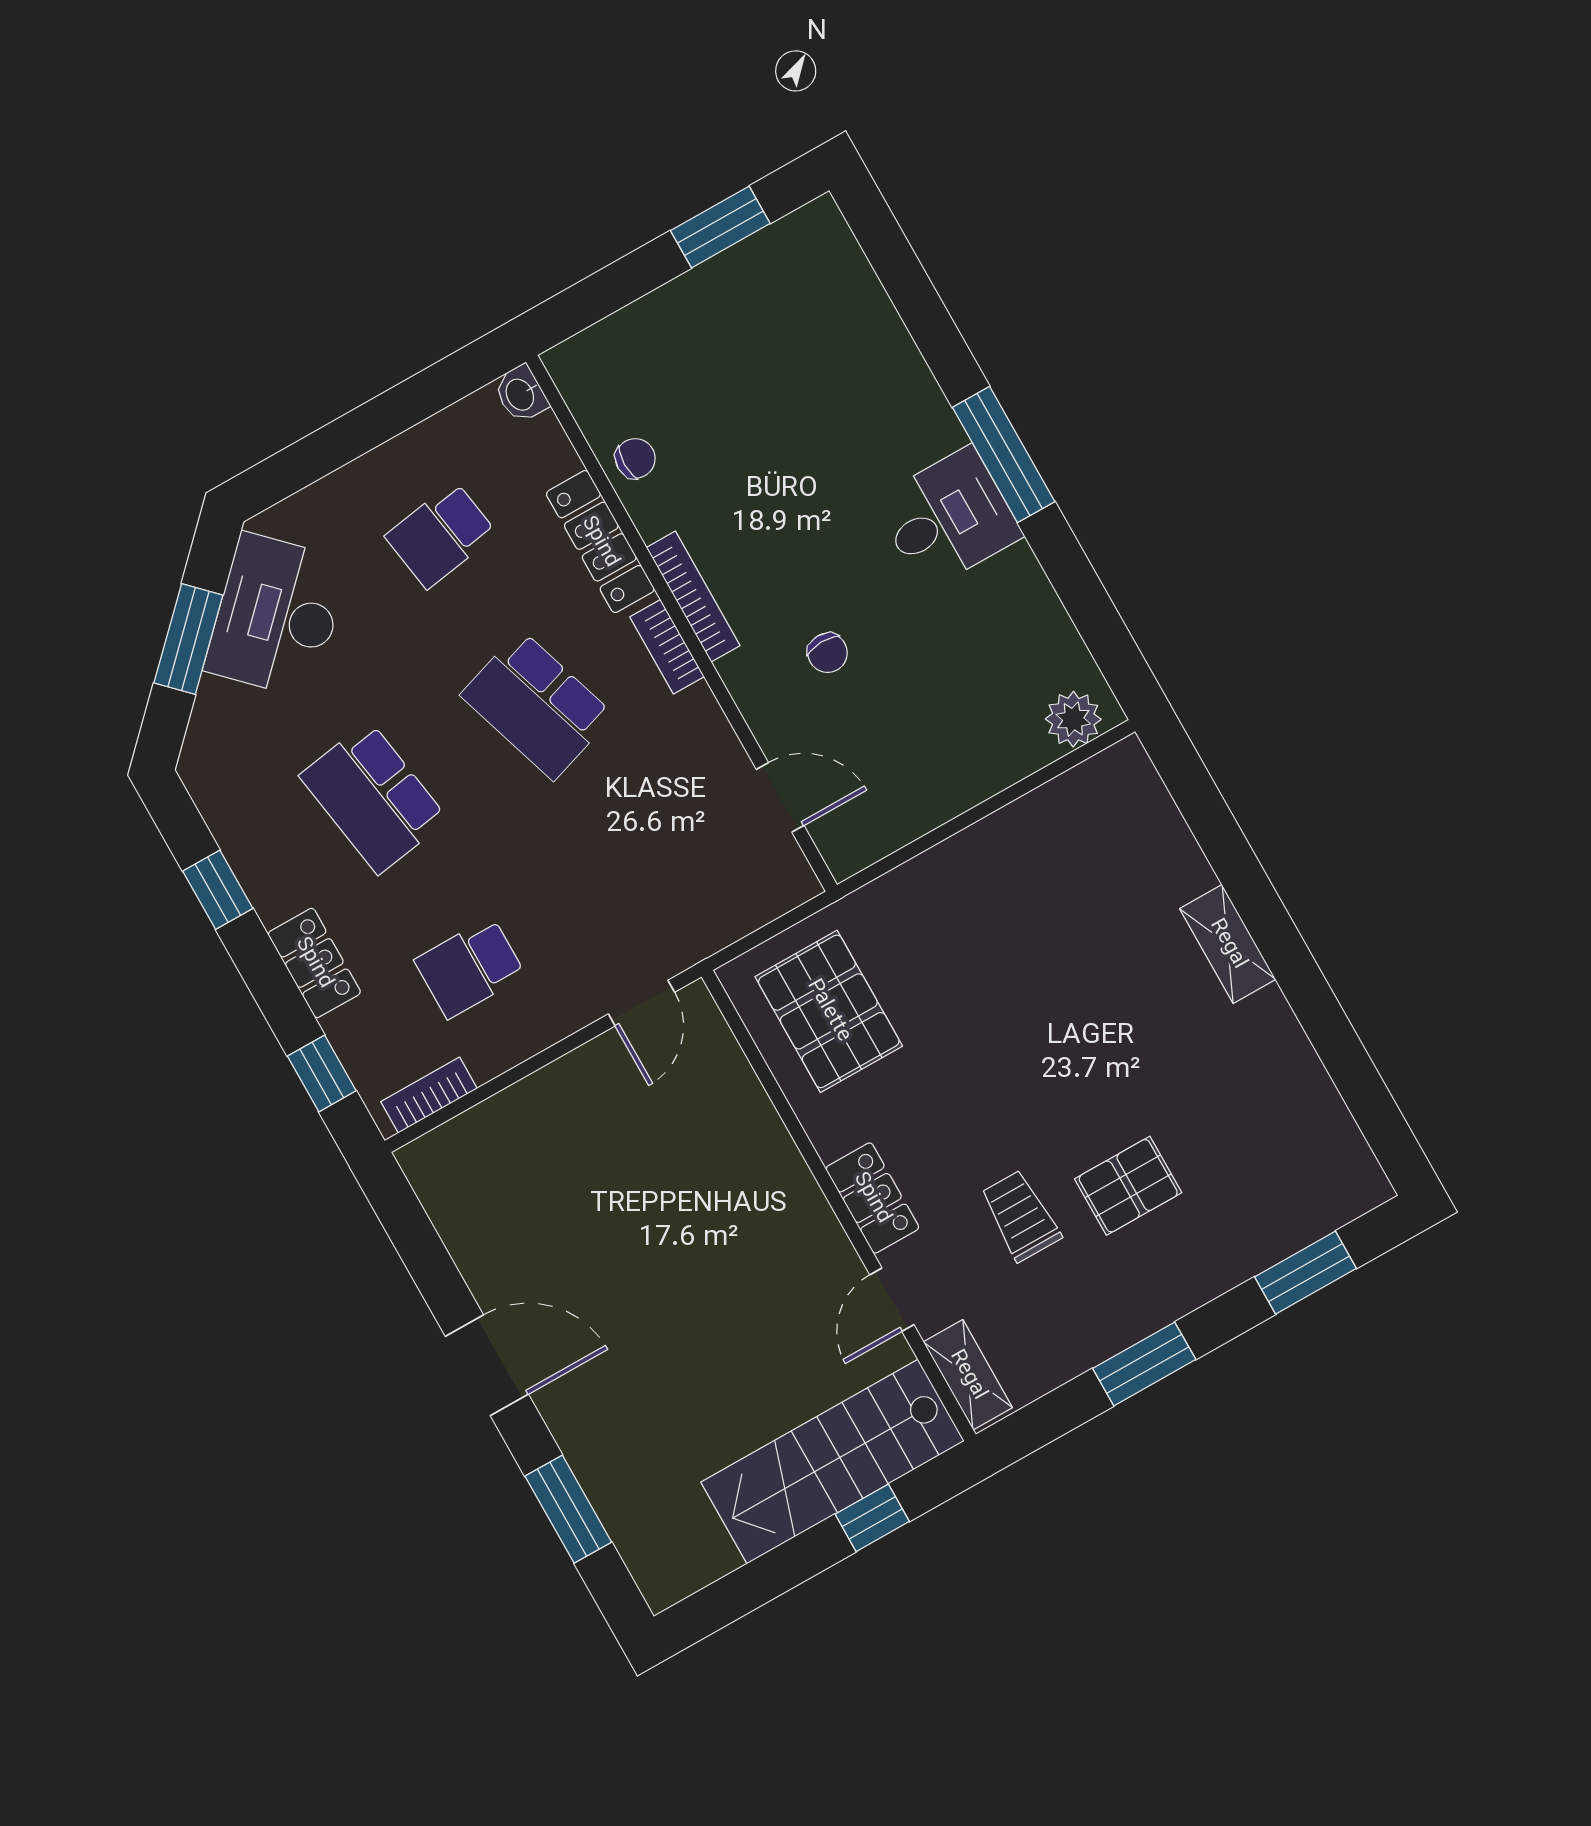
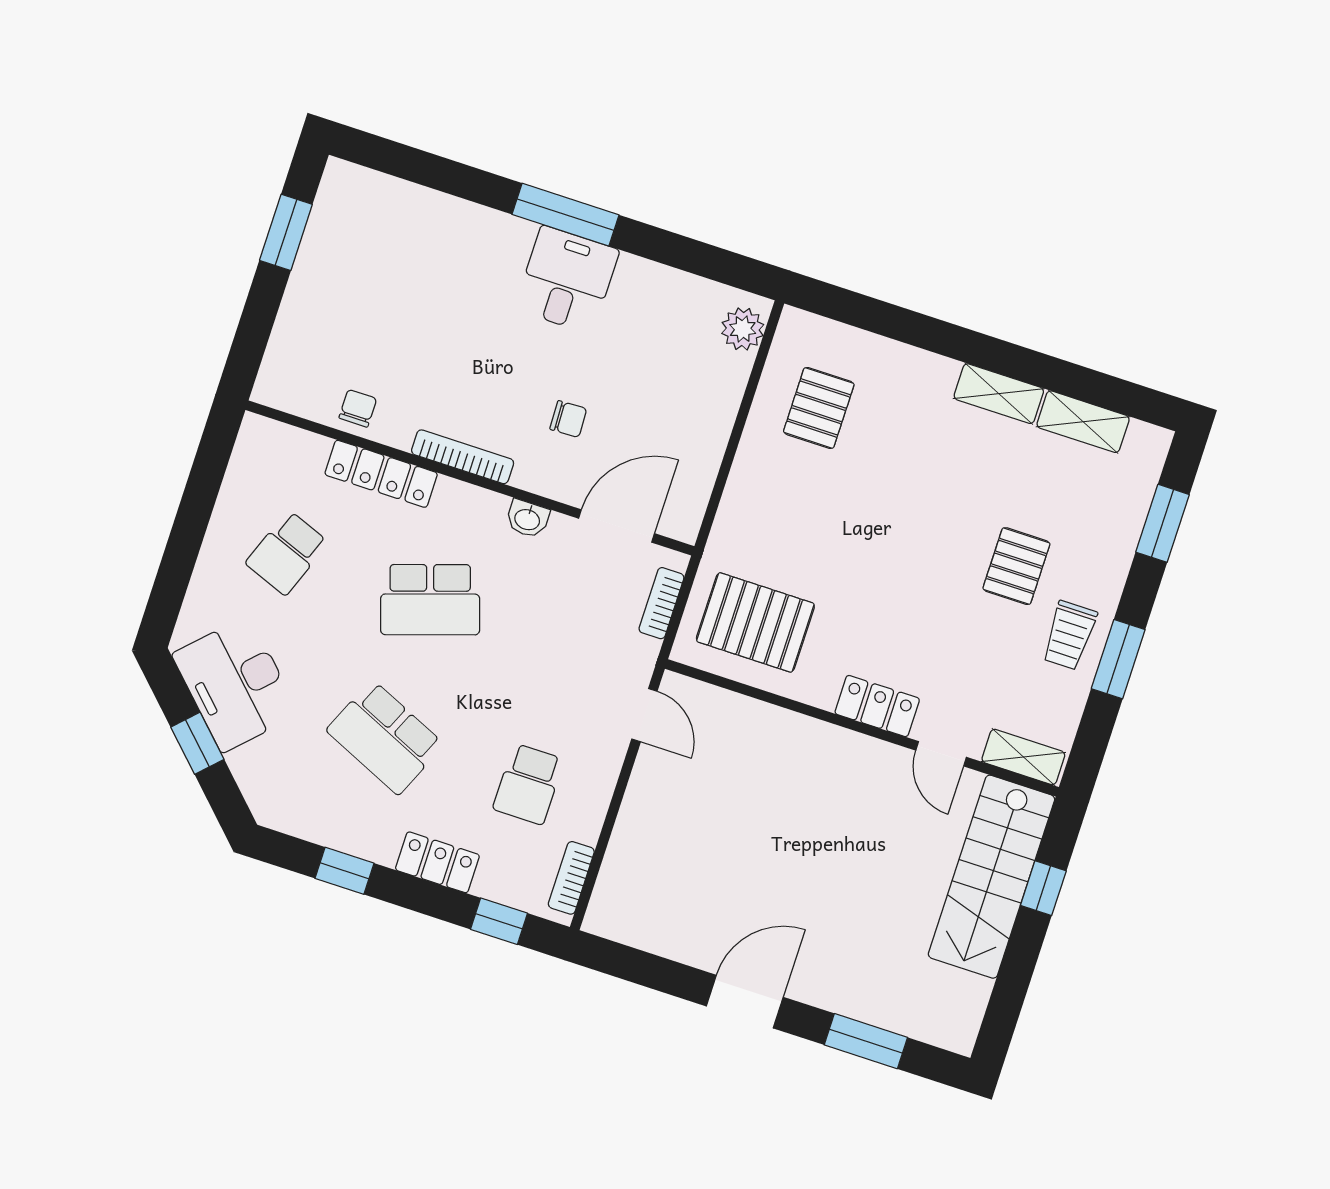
washbasin: (521, 394) -> (527, 519), moved
school desk: (441, 535) -> (287, 553), turned 30
window: (188, 639) -> (197, 743), width x0.67
bookcase: (667, 647) -> (661, 603), moved, turned 90
door: (780, 797) -> (616, 526), width x1.38
school desk: (374, 798) -> (385, 737), turned 33
pallet: (1077, 861) -> (819, 408), added
shelving: (1228, 944) -> (999, 394), moved
shelving: (1318, 1106) -> (1083, 422), added
trolley: (1021, 1216) -> (1069, 635), moved, turned -90

